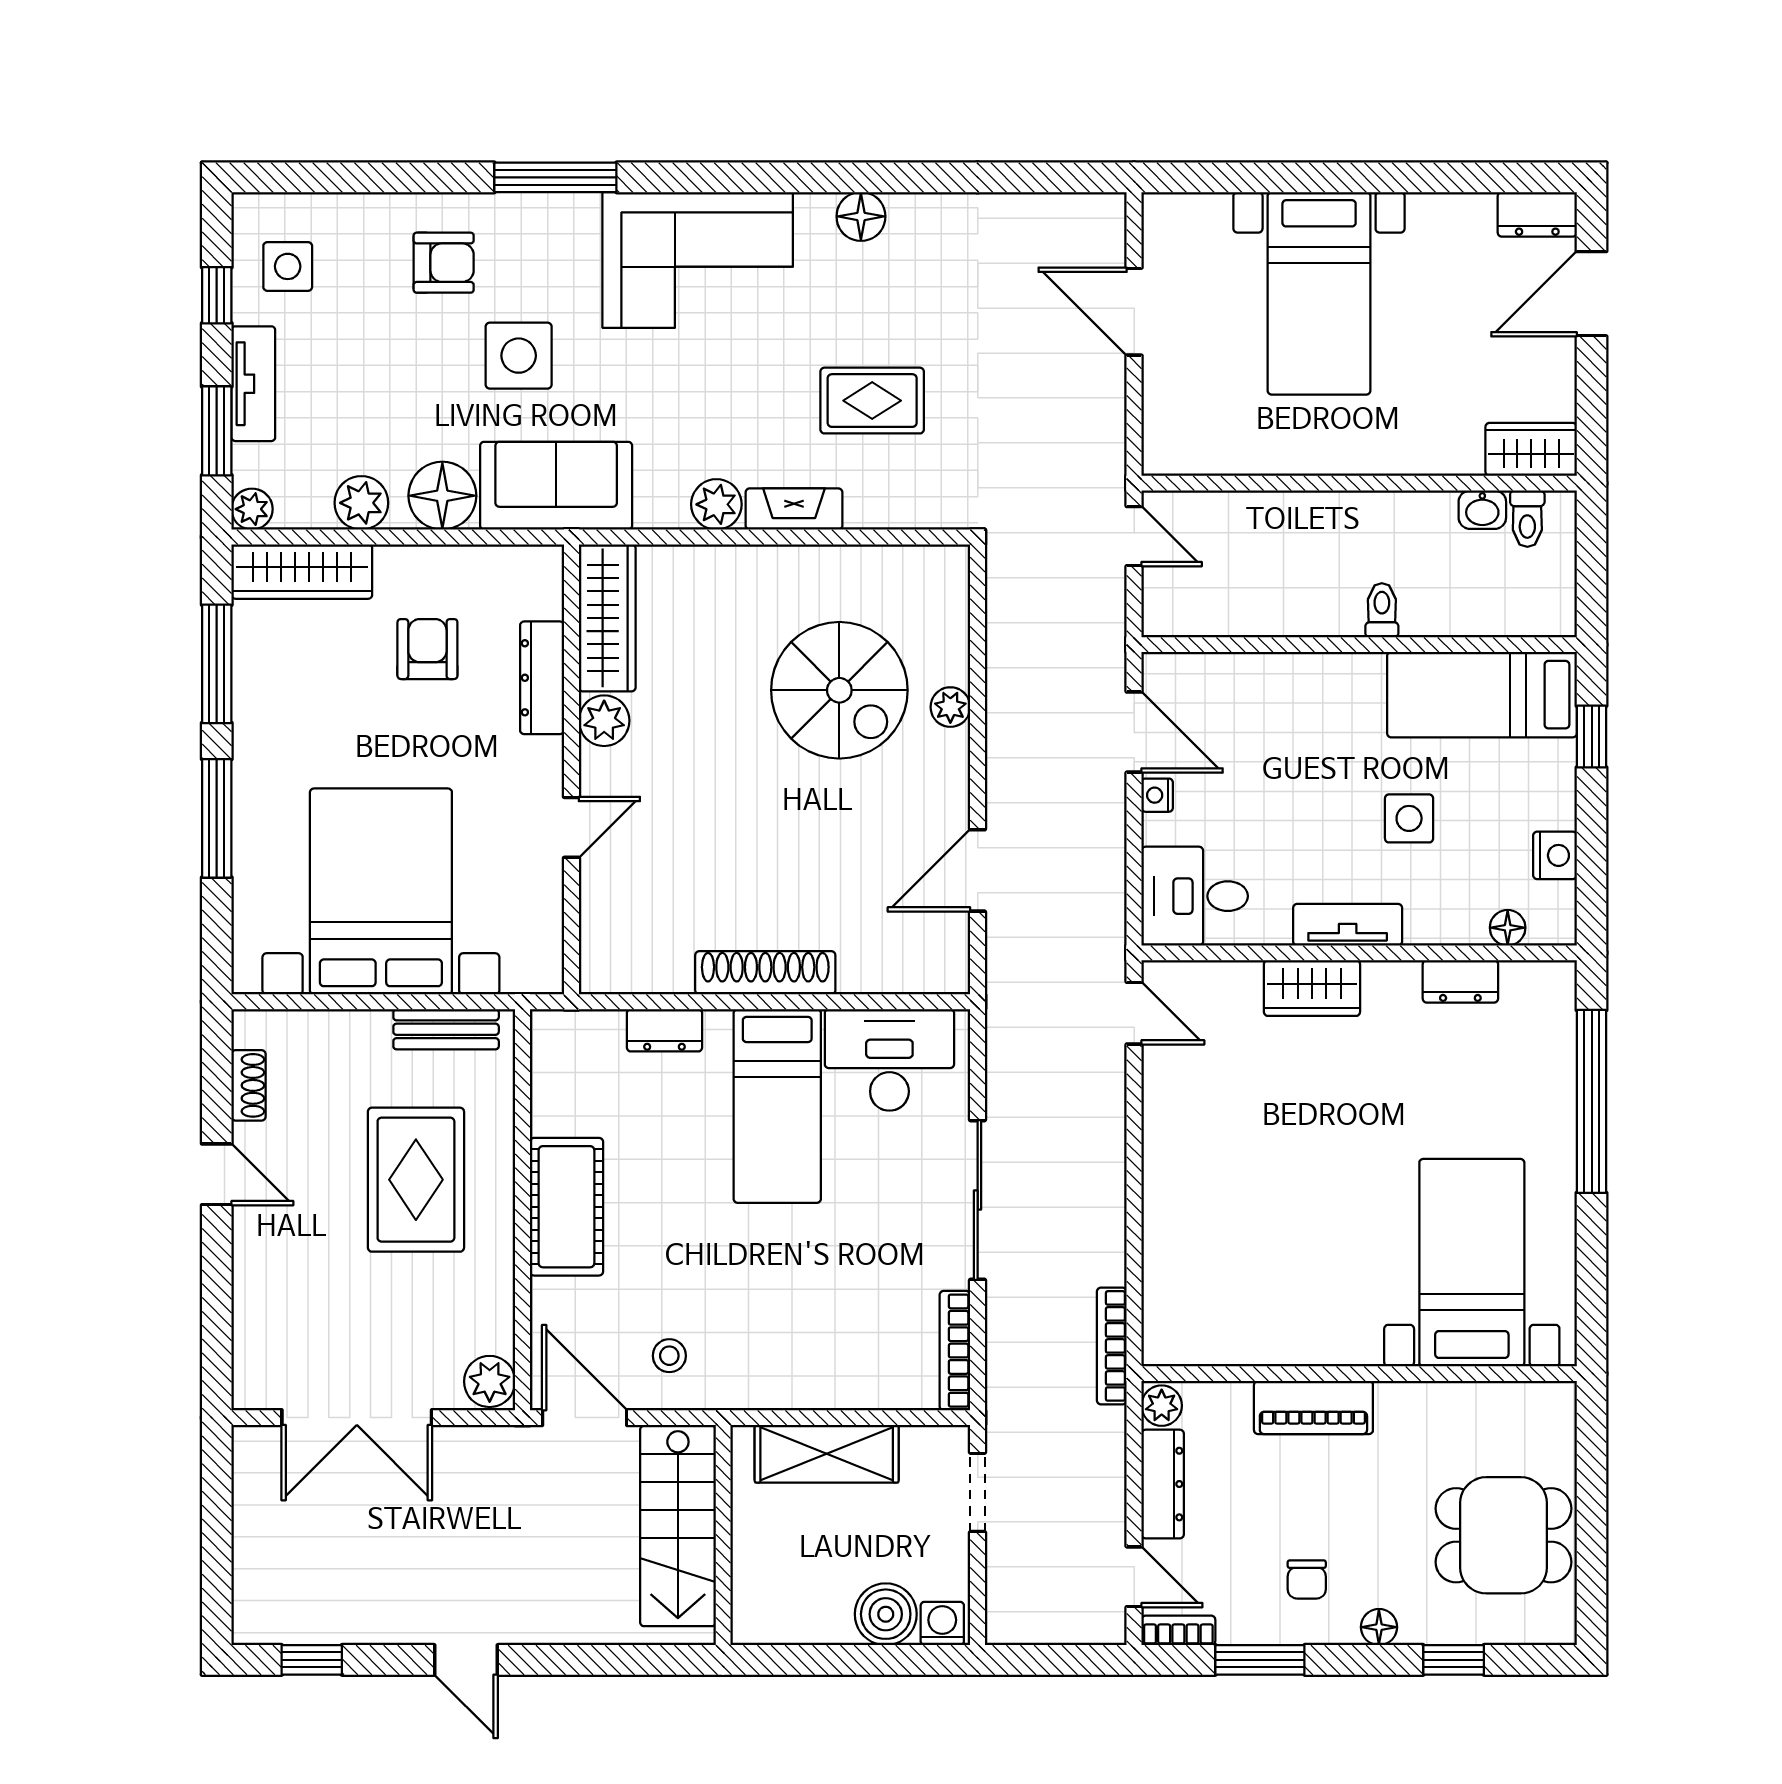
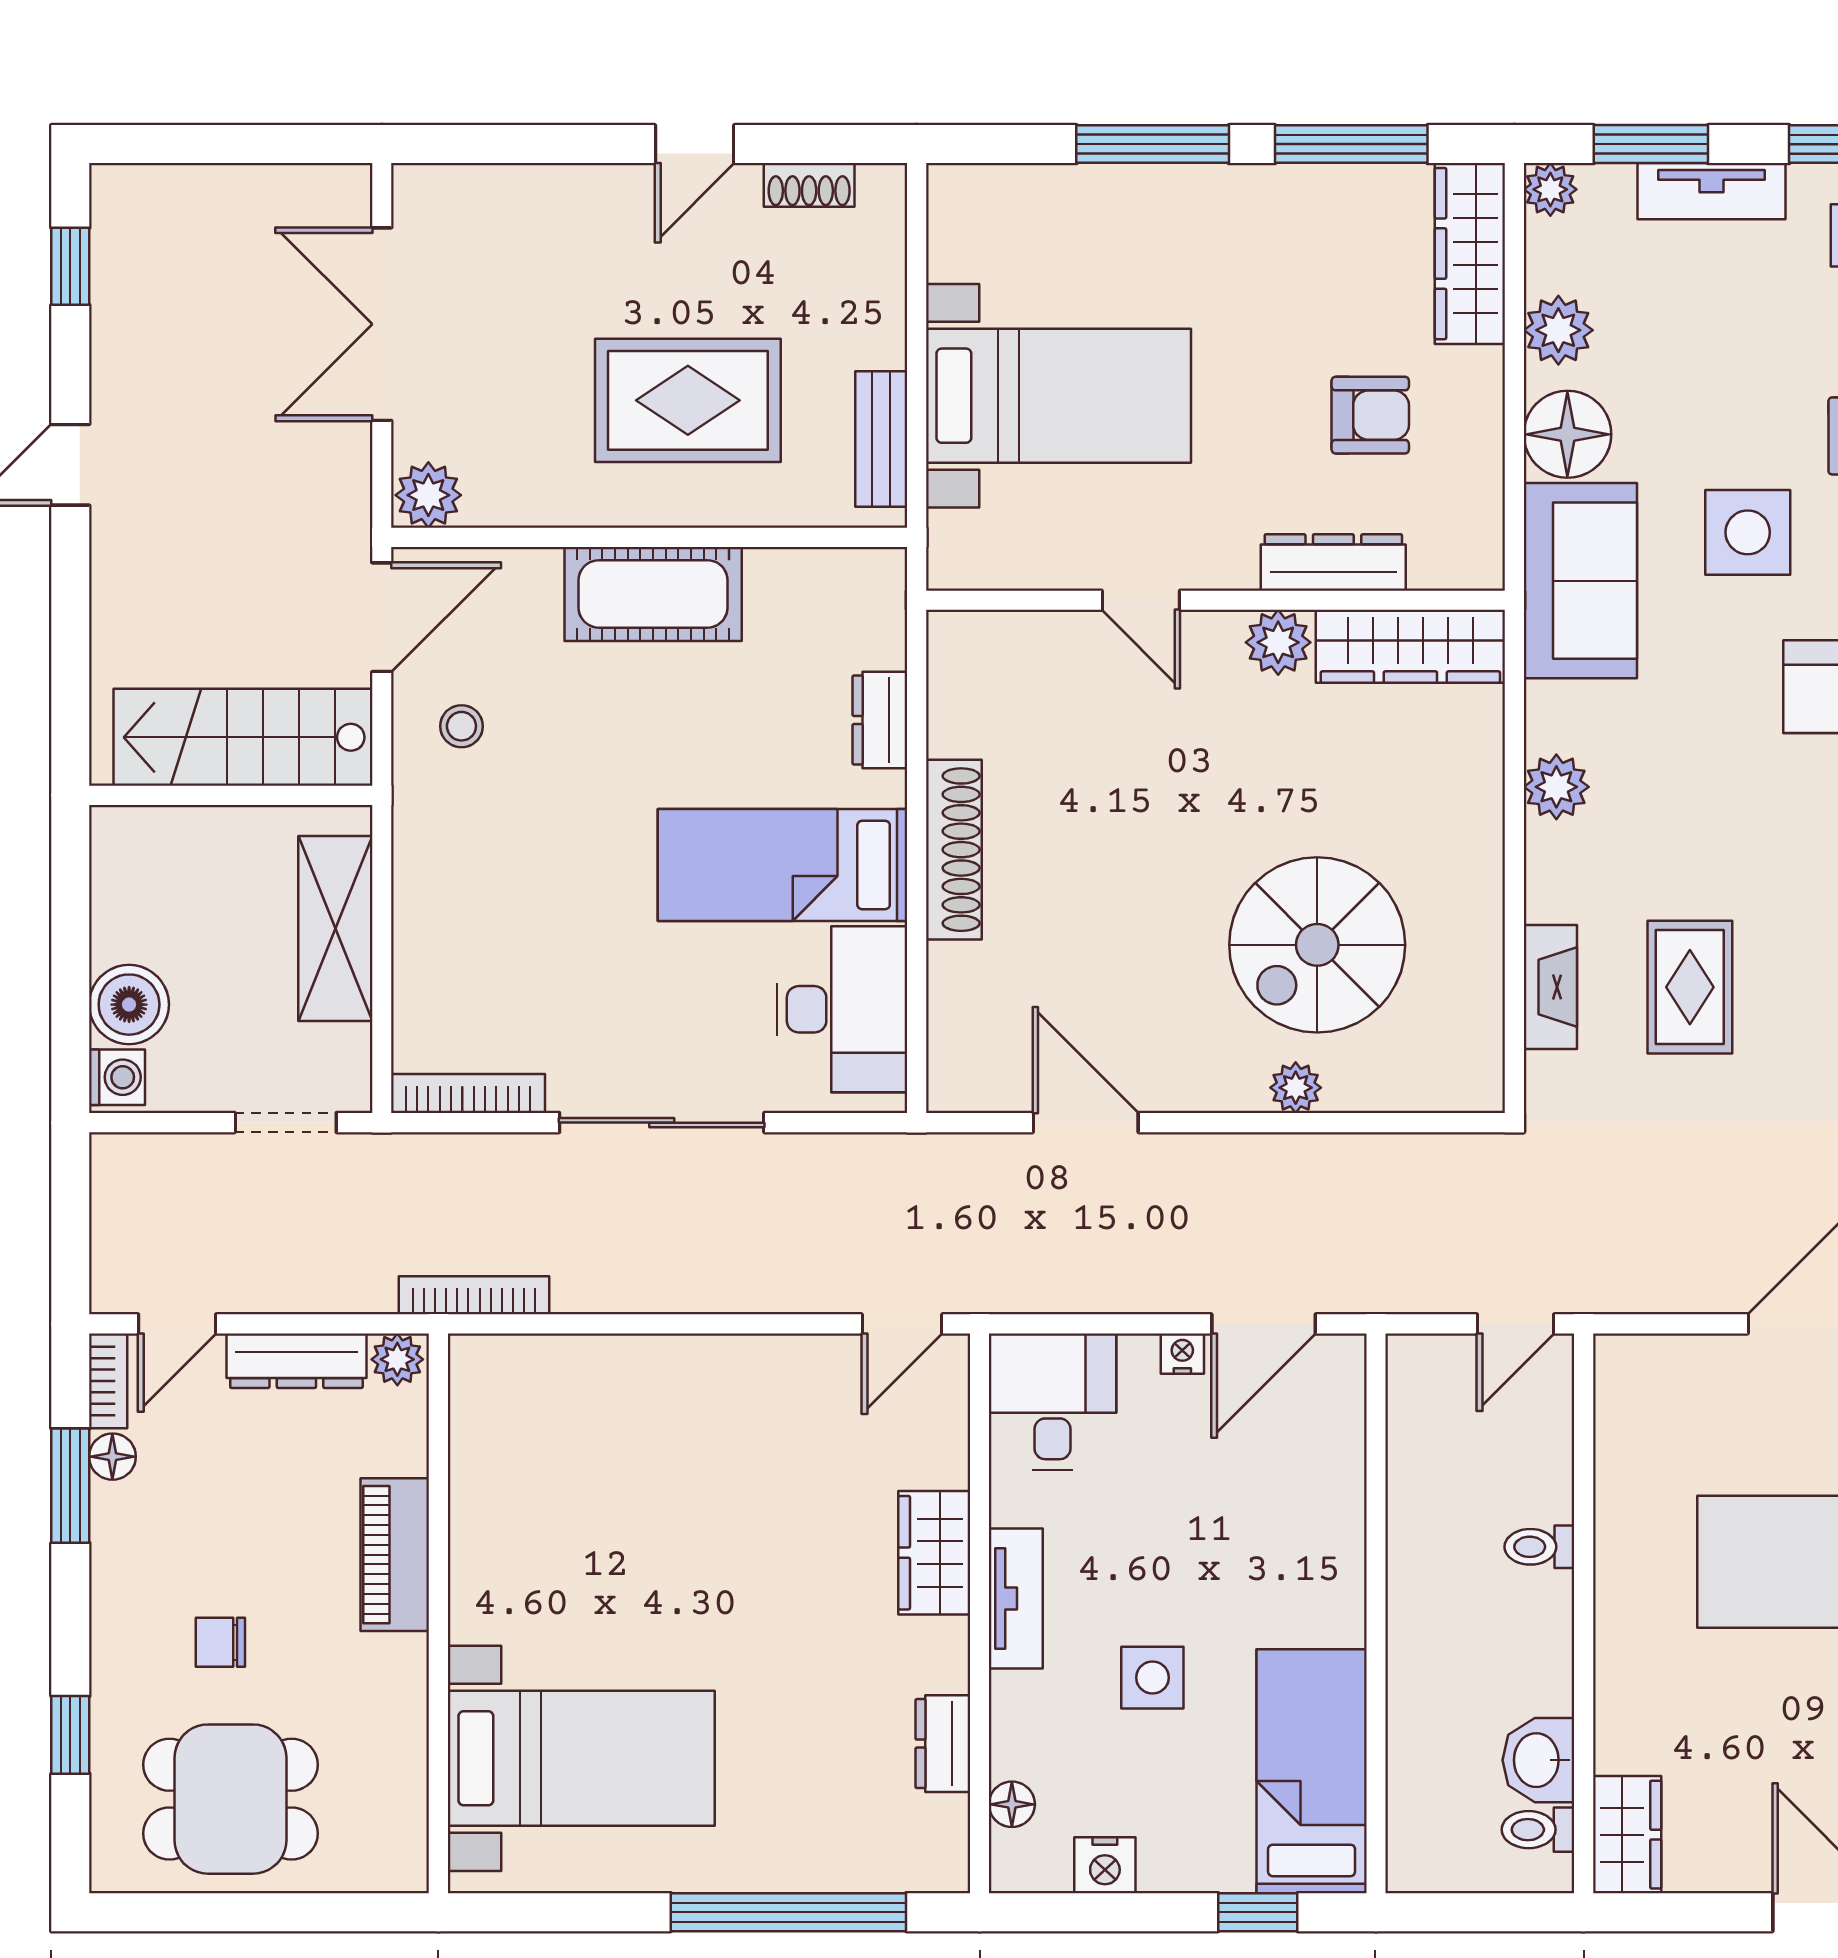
fireplace: (794, 509) -> (1550, 987), moved
washbasin: (1482, 510) -> (1538, 1760), width x1.38, depth x1.45
toilet: (1382, 610) -> (1539, 1547), moved, turned 180
bed with nightstands: (381, 891) -> (1059, 396), width x0.73
dining table: (1504, 1535) -> (230, 1799), turned 90
chair: (1307, 1579) -> (220, 1642), moved
floor lamp: (1379, 1627) -> (112, 1457), moved

